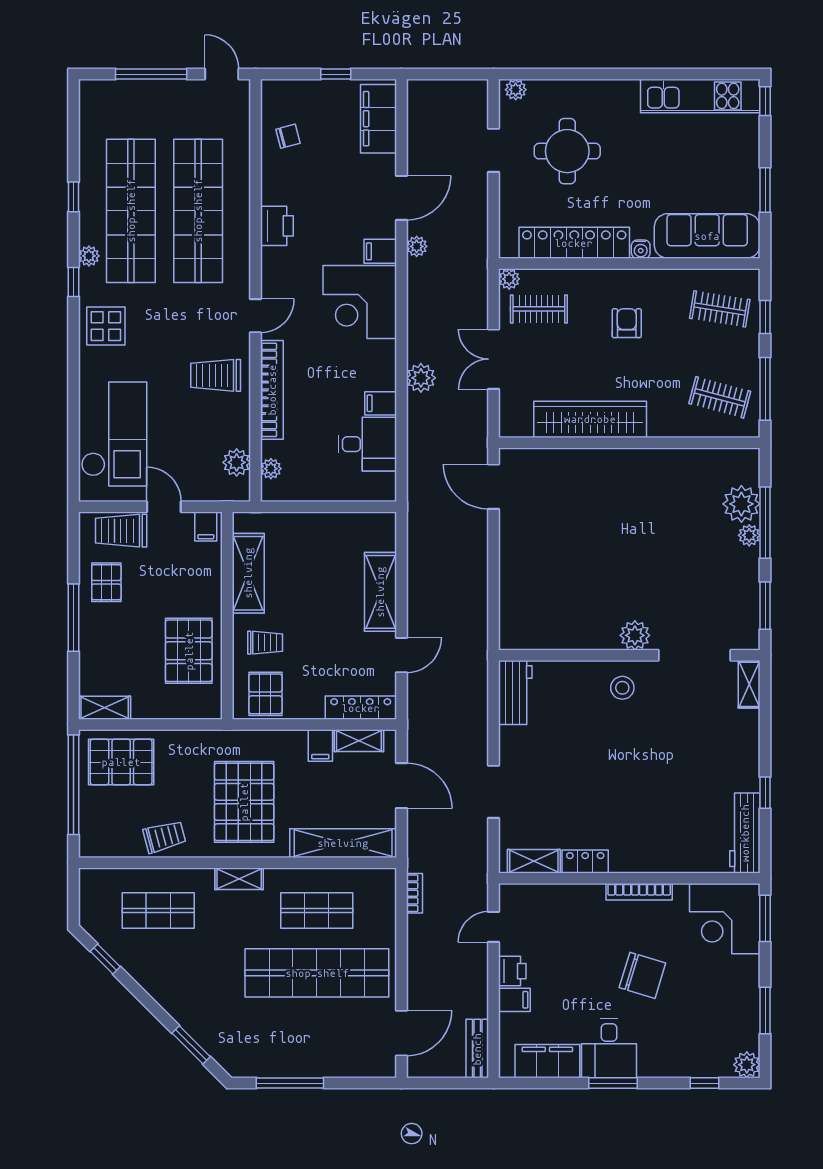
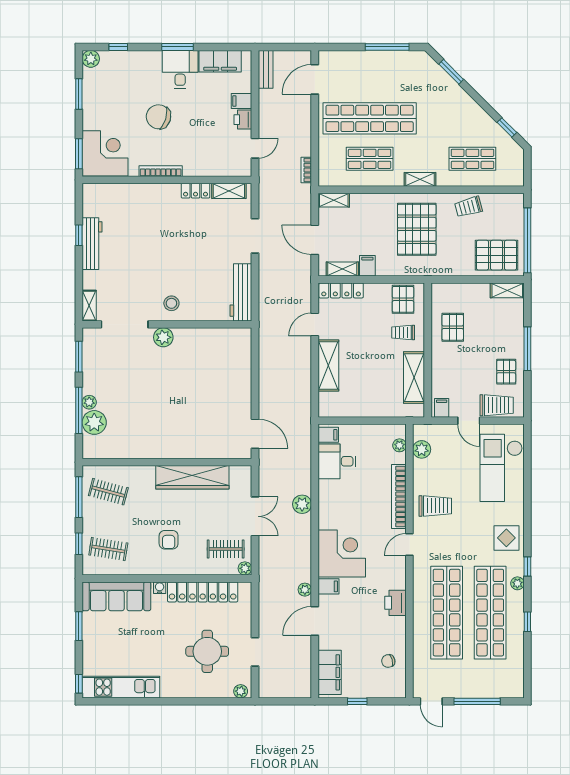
filing cabinet: (381, 403) -> (328, 435), moved
pallet: (189, 651) -> (453, 327), width x0.67, depth x0.71
workbench: (515, 693) -> (241, 292), width x1.37
workbench: (745, 833) -> (92, 244), moved
shelving: (343, 843) -> (334, 200), width x0.45, depth x0.75

